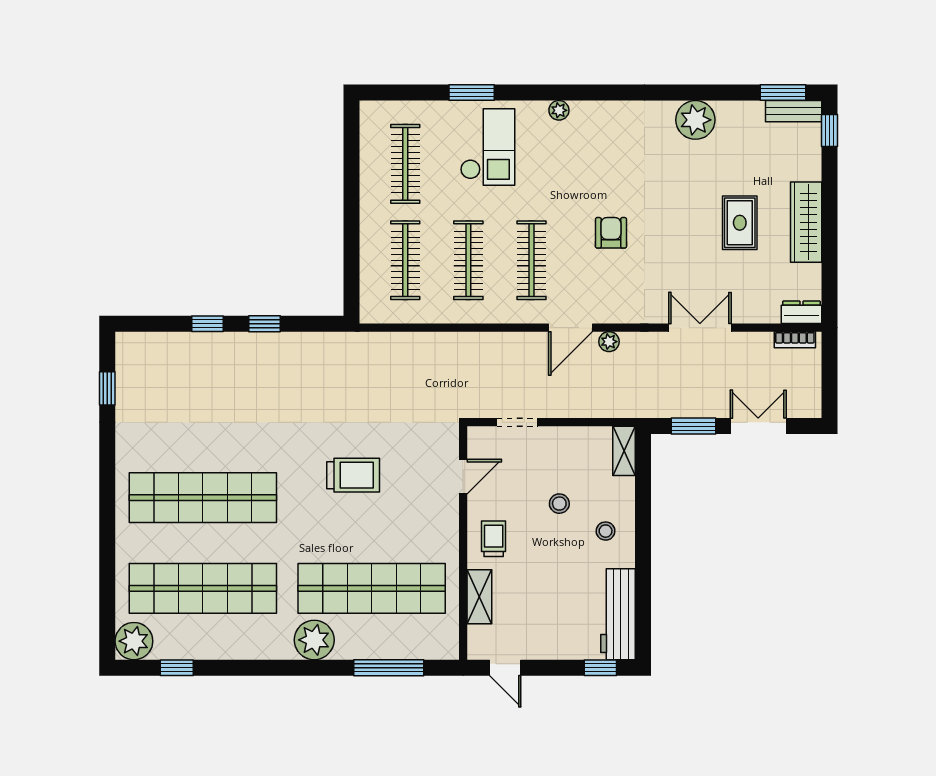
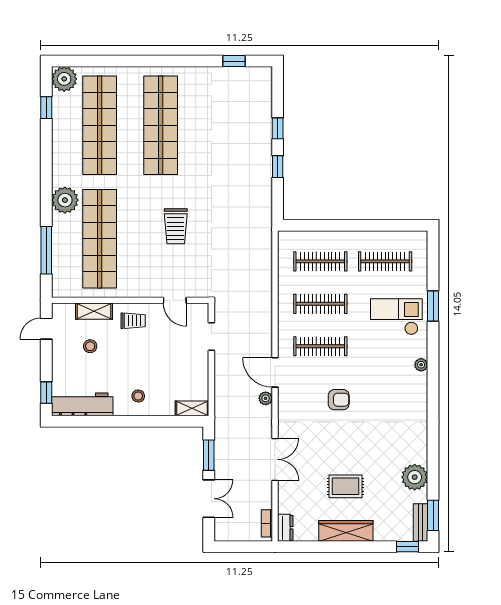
plant: (695, 120) -> (415, 477), moved
checkout: (488, 147) -> (396, 317), turned 180
stool: (559, 504) -> (90, 346), moved

